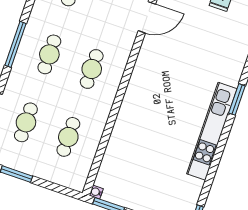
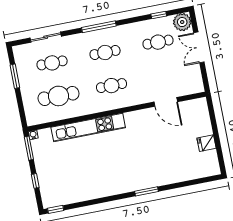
kitchen unit: (212, 131) -> (88, 127), moved, turned 180
cafe table: (68, 137) -> (59, 96), width x1.37, depth x1.35

